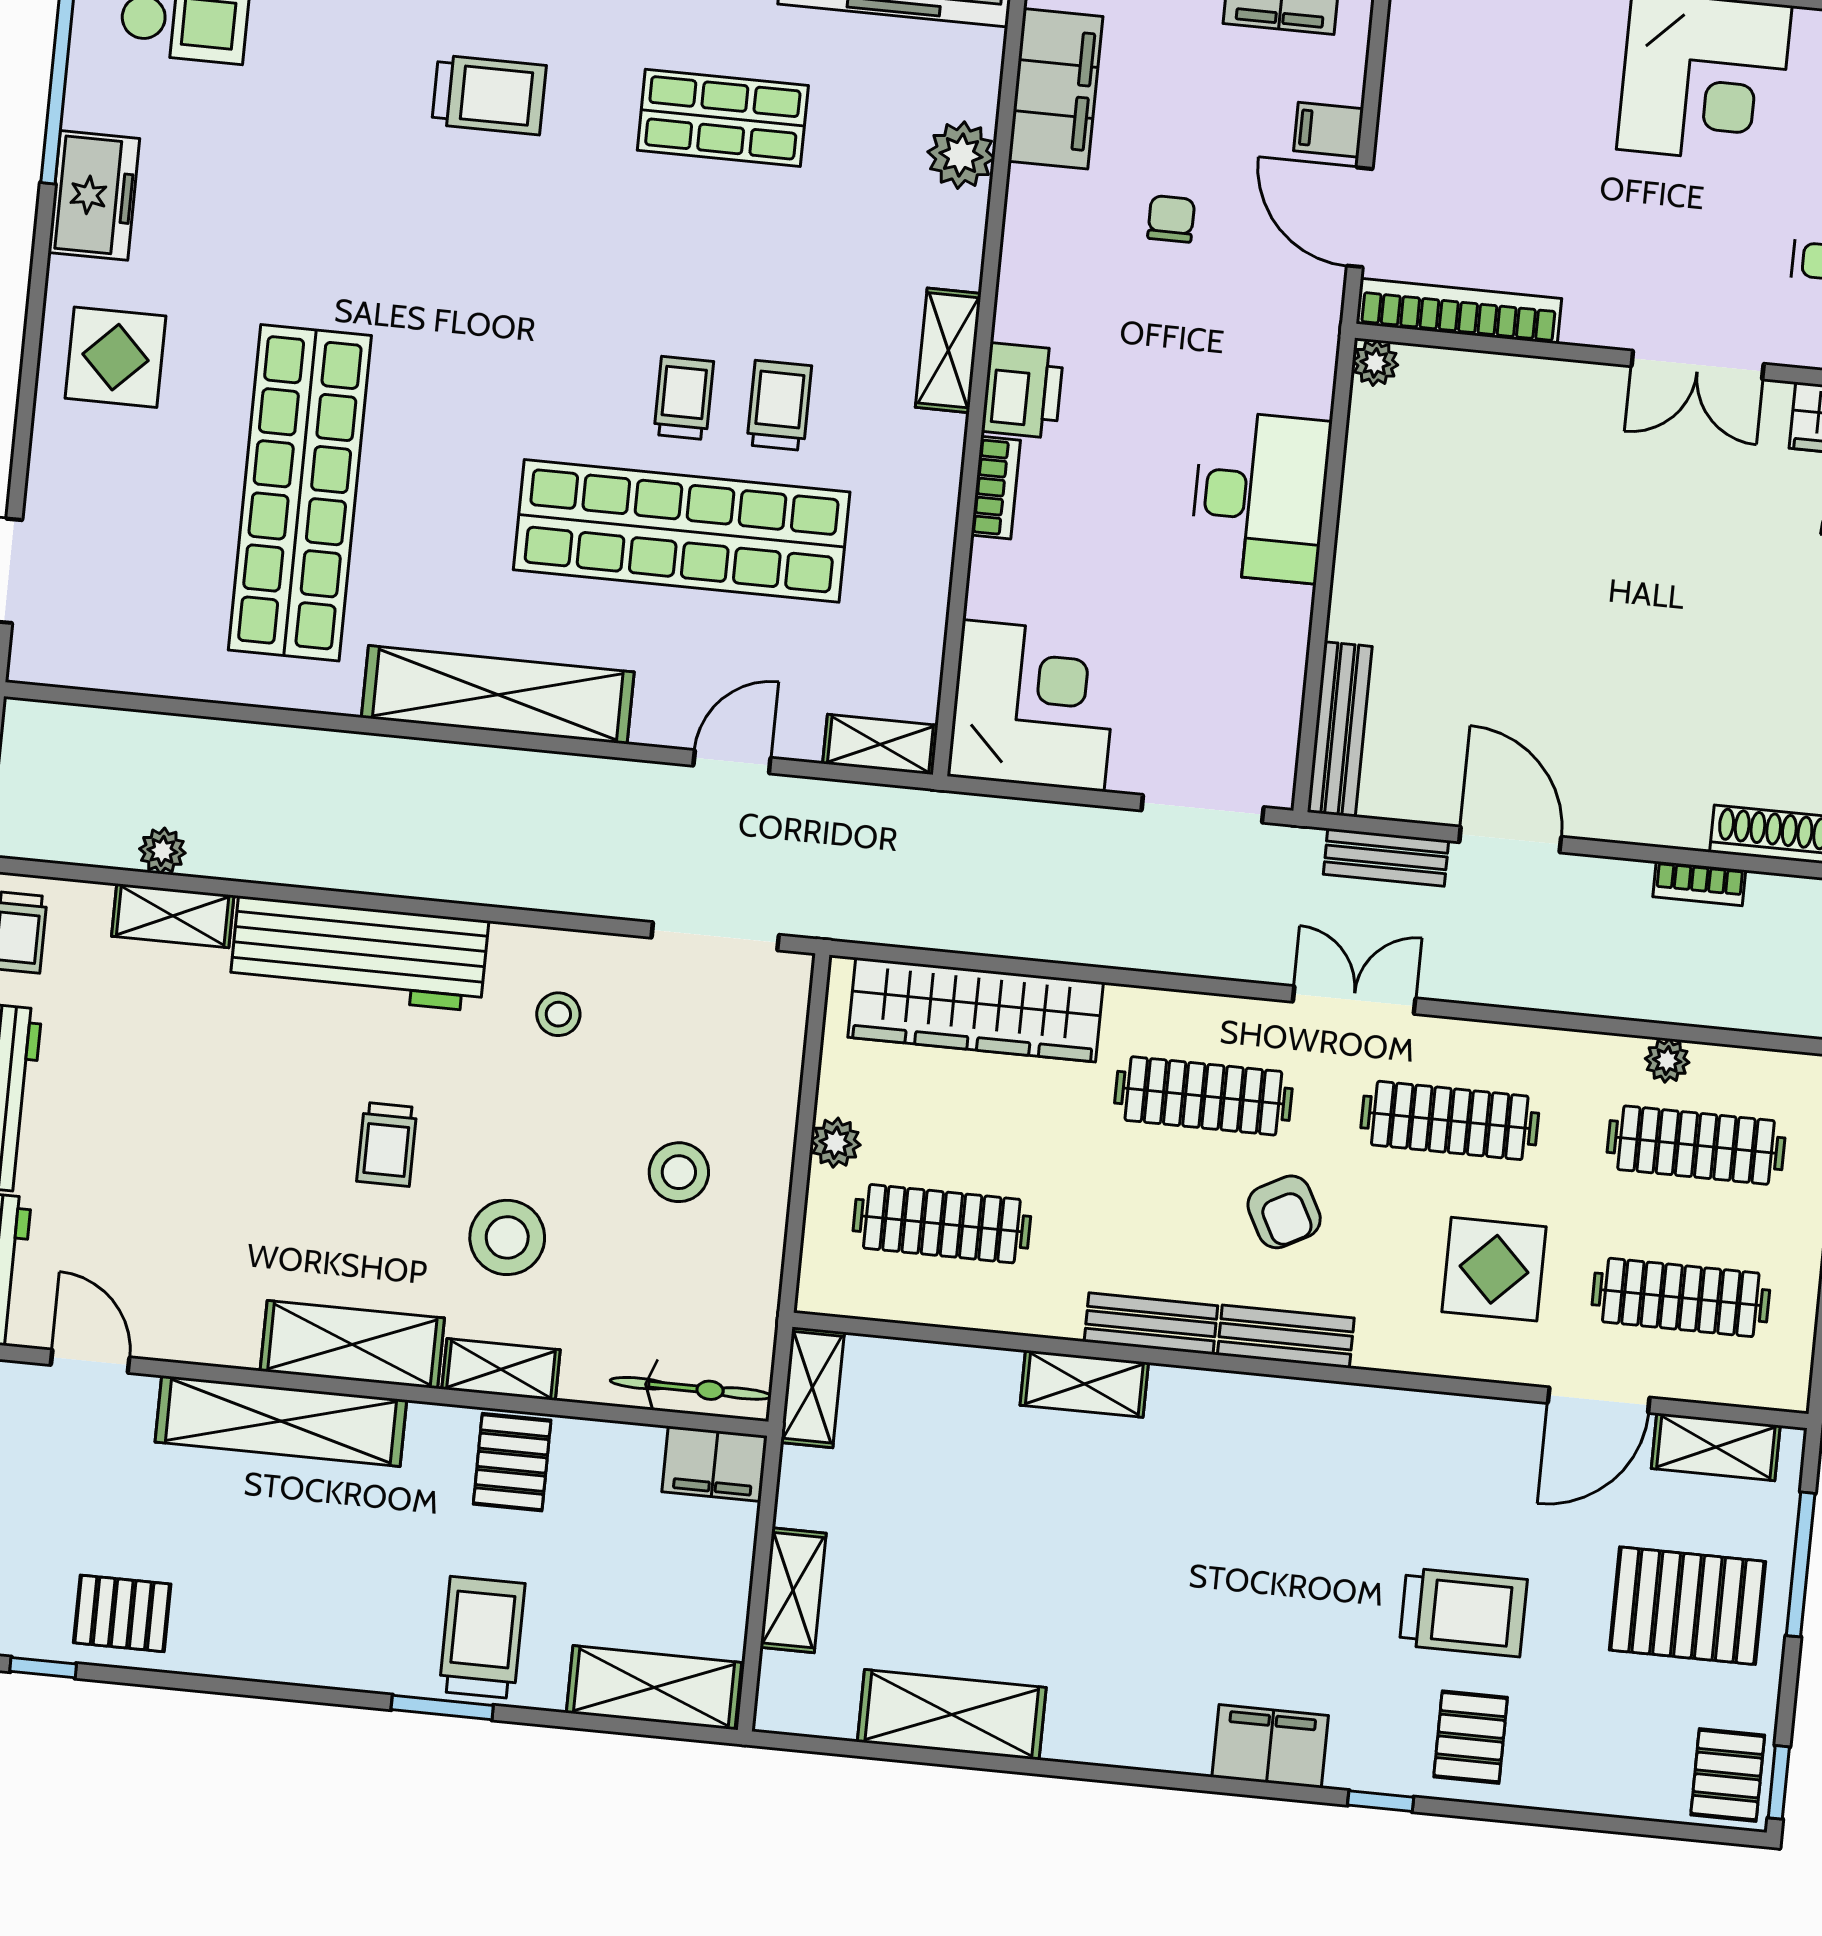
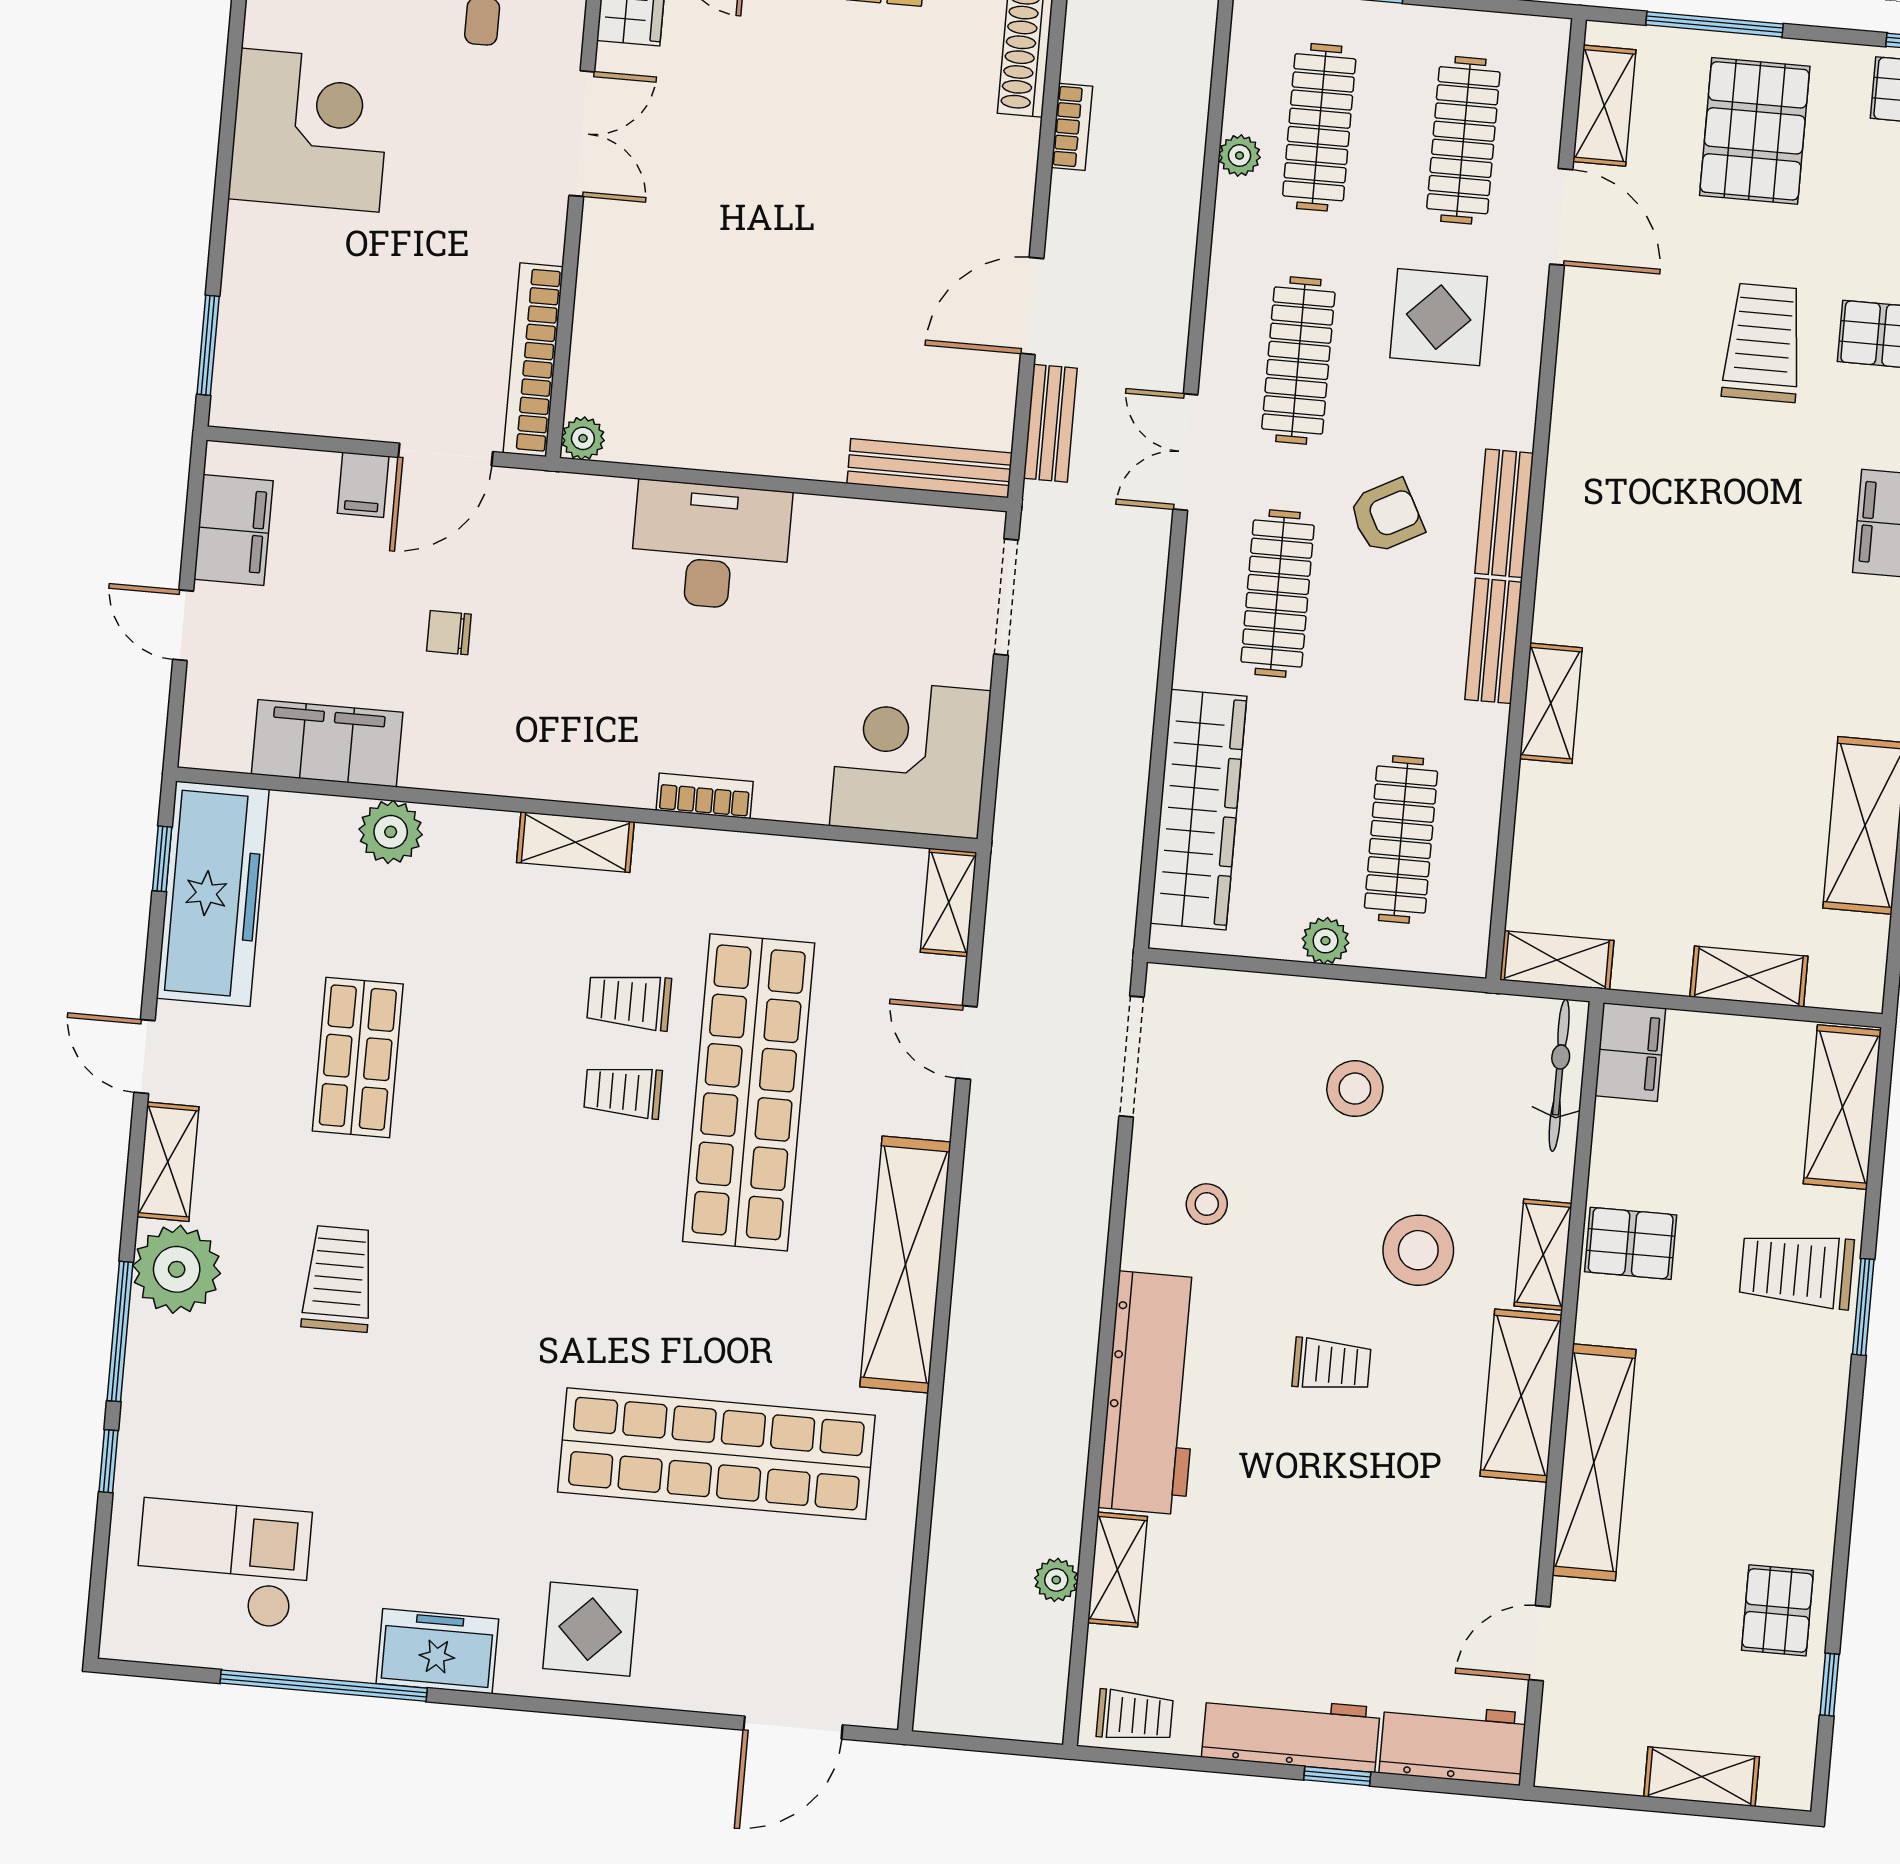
printer: (1023, 391) -> (613, 771), removed

